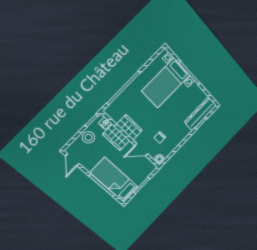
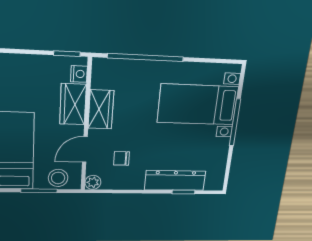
dresser: (200, 114) -> (175, 180), moved
stool: (88, 137) -> (58, 178), moved
door: (141, 150) -> (85, 149), hinge flipped

